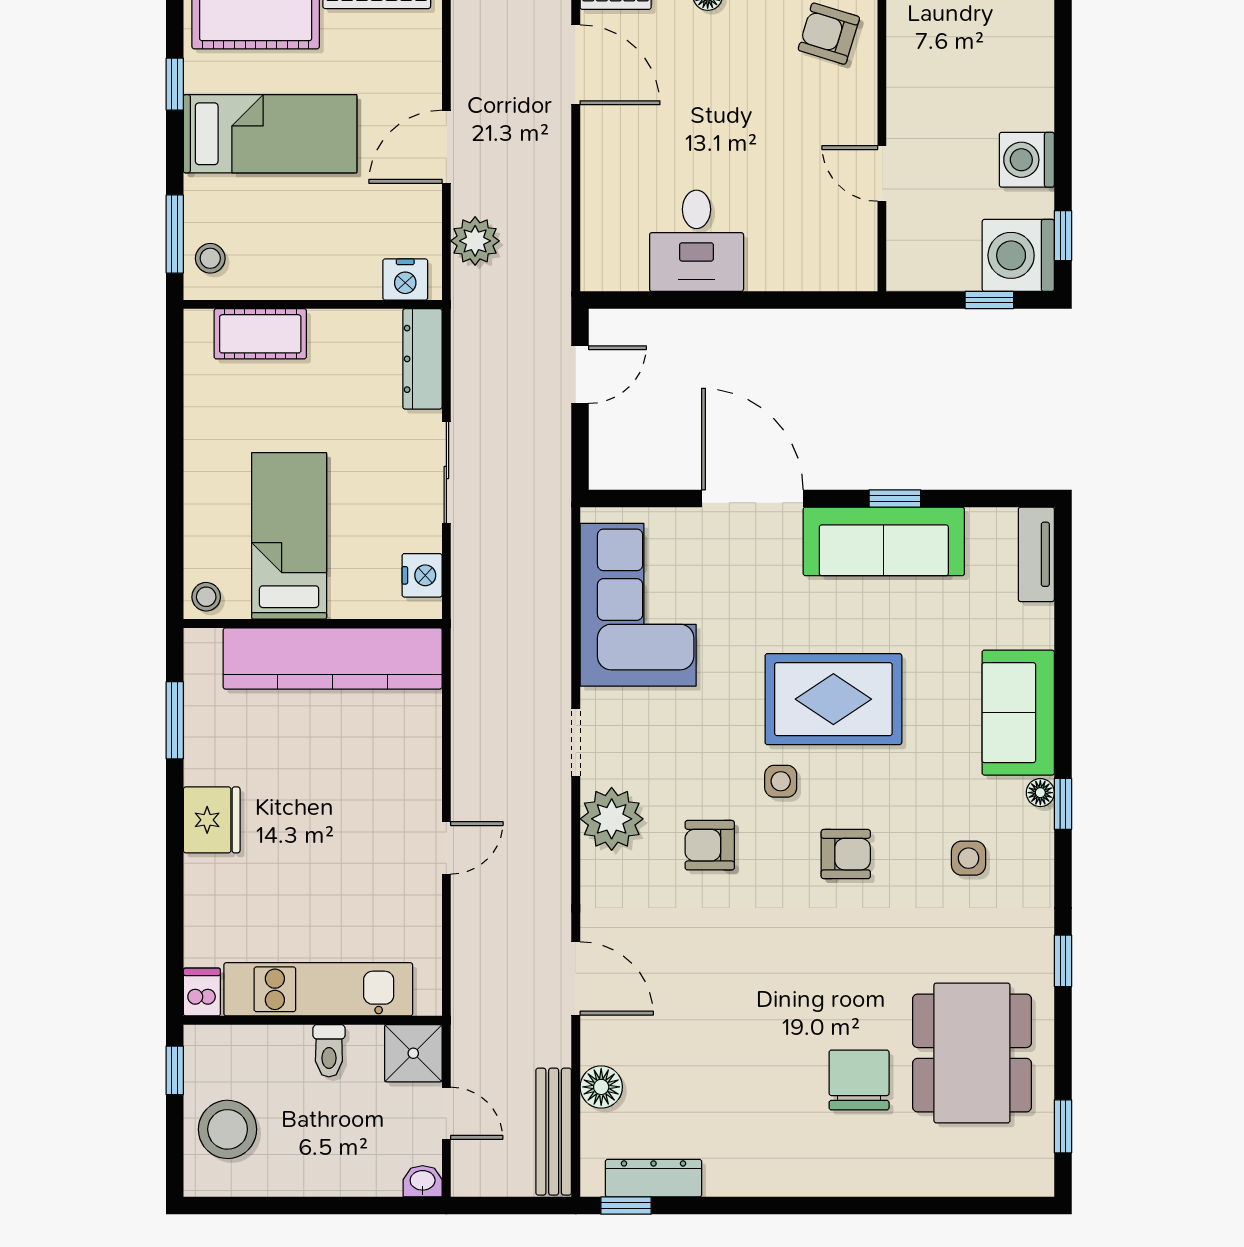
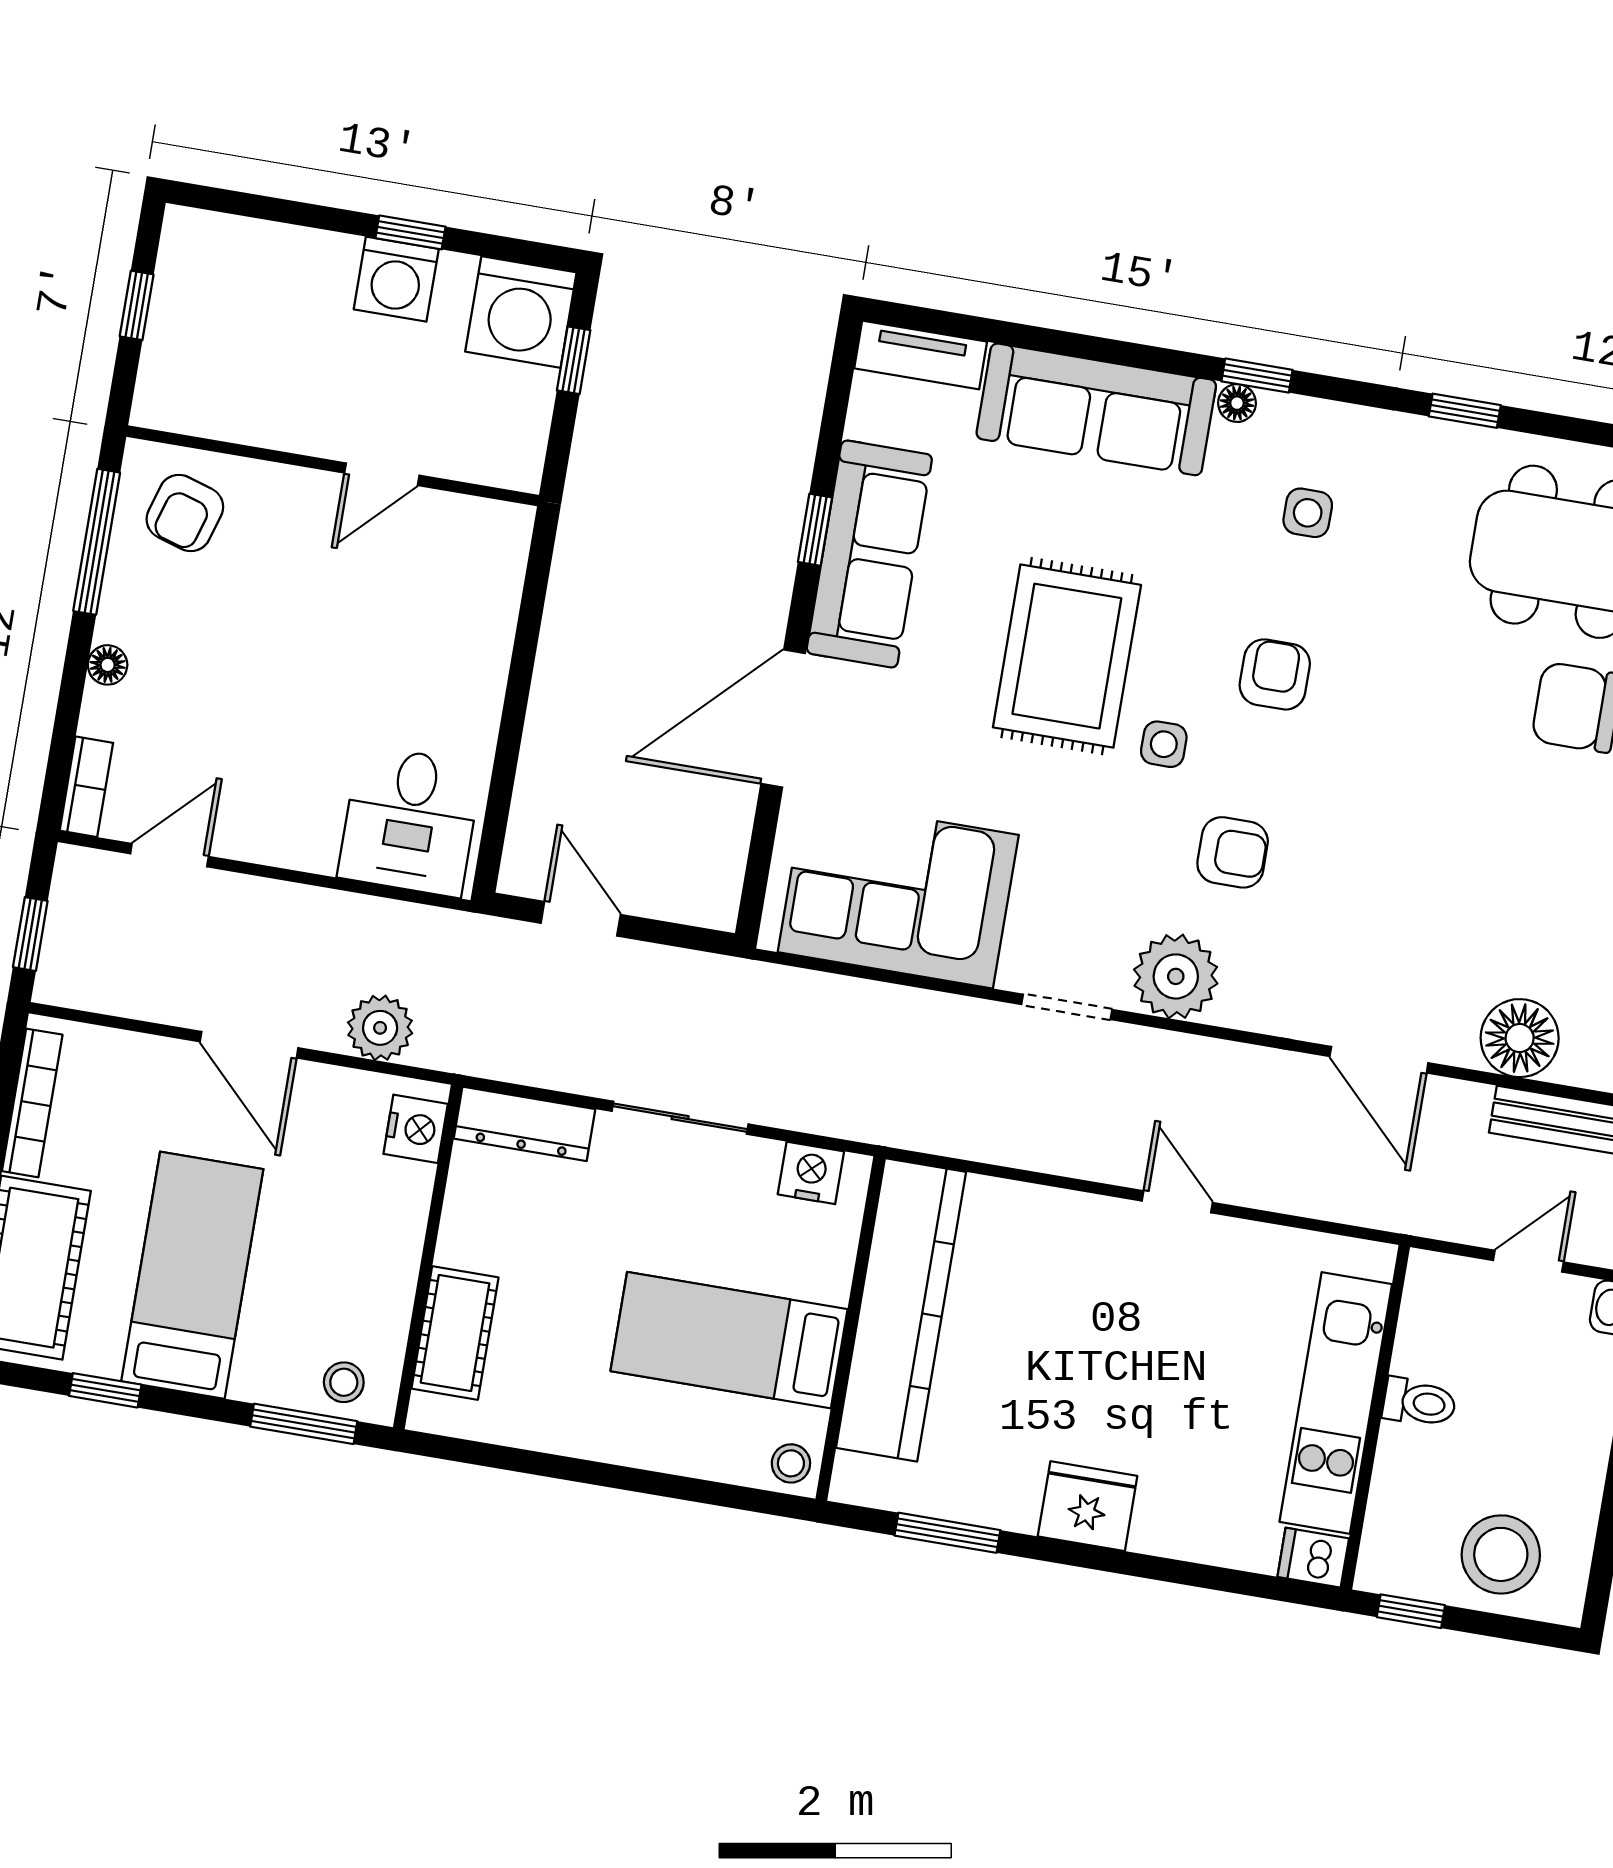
door: (576, 65) -> (169, 855), width x0.73
window: (1063, 236) -> (410, 232), moved
desk: (697, 241) -> (410, 821), moved, turned 90
sofa: (1018, 713) -> (1096, 409), width x1.36
armchair: (710, 845) -> (1233, 852), turned -90
door: (576, 978) -> (1379, 1060), swing flipped
shower: (413, 1053) -> (1442, 1291), removed
floor lamp: (601, 1087) -> (1520, 1038), width x1.38, depth x1.38

